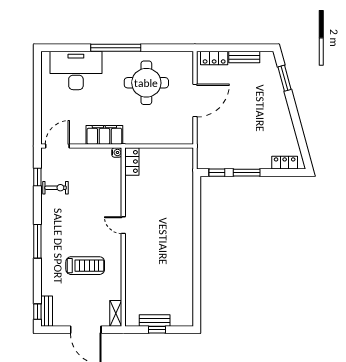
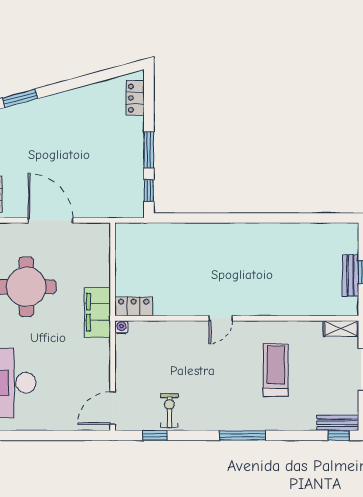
filing cabinet: (104, 135) -> (97, 312), moved
door: (57, 146) -> (113, 408), hinge flipped

